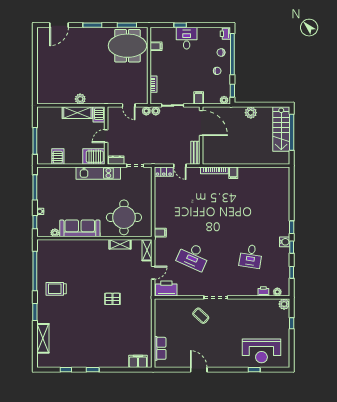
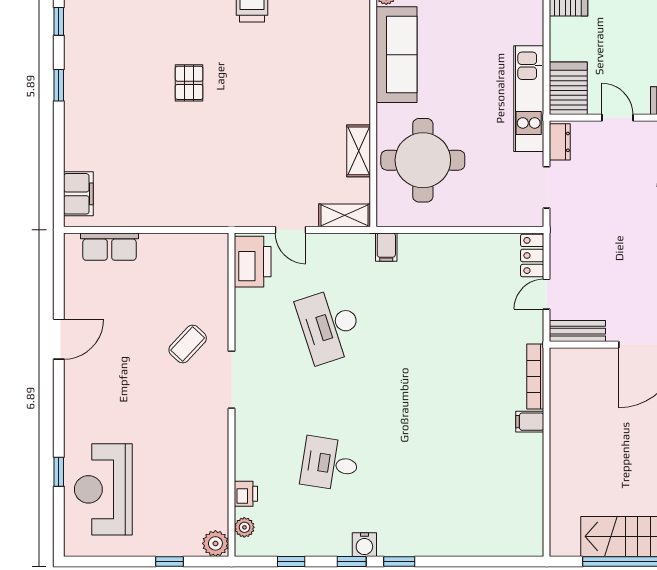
desk: (193, 256) -> (330, 326), turned -42
pallet: (112, 299) -> (189, 83), moved

